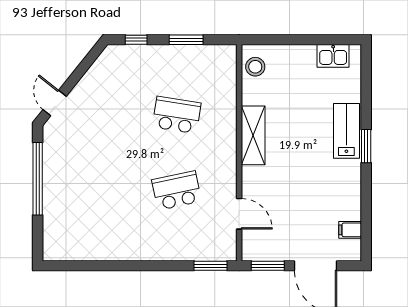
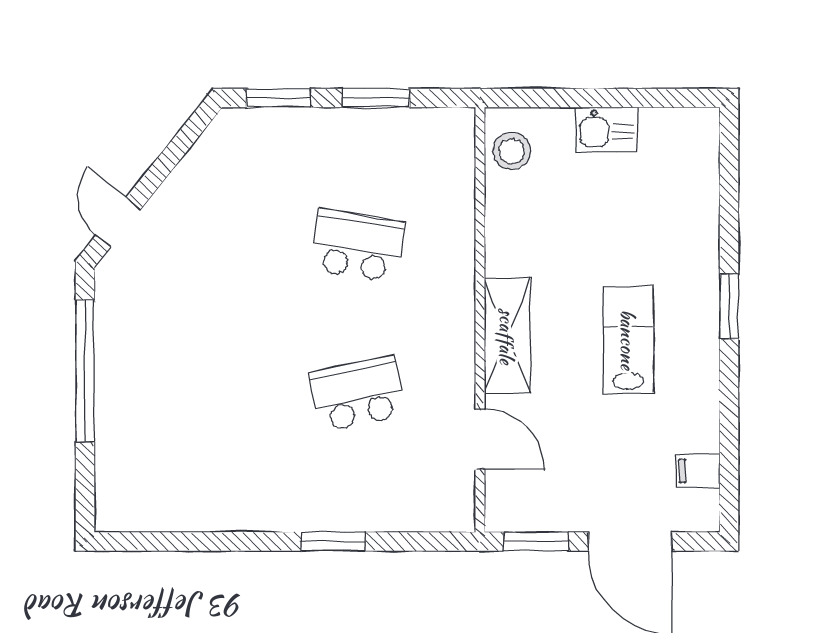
window: (136, 40) -> (278, 98), width x1.50
kitchen sink: (333, 56) -> (607, 130), moved
lab bench: (346, 131) -> (628, 340), moved
shelving: (253, 135) -> (507, 336), moved
window: (211, 266) -> (333, 541), moved

